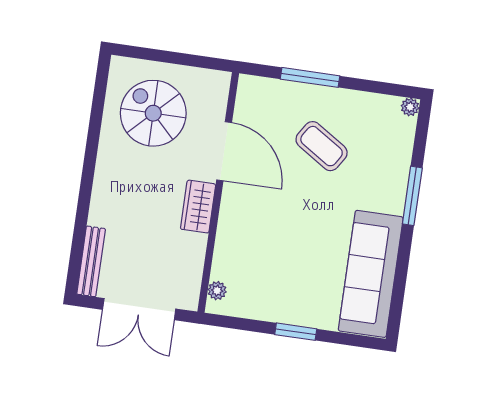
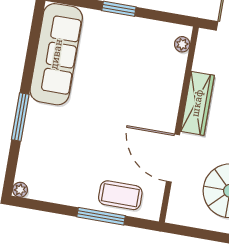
coffee table: (322, 146) -> (120, 195), moved, turned -33
wardrobe: (198, 207) -> (197, 103), width x1.50

